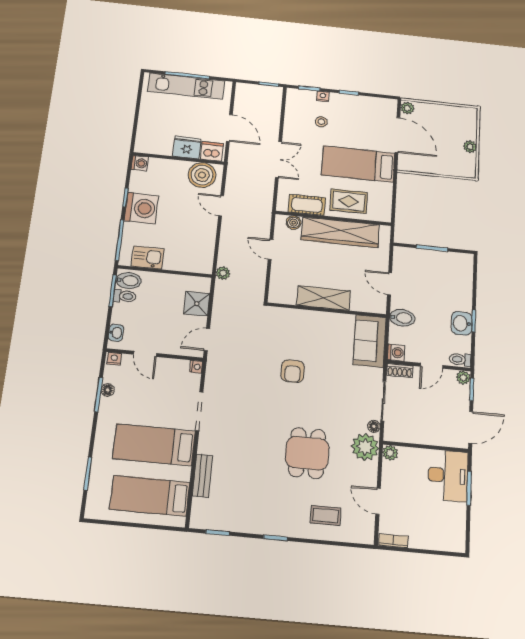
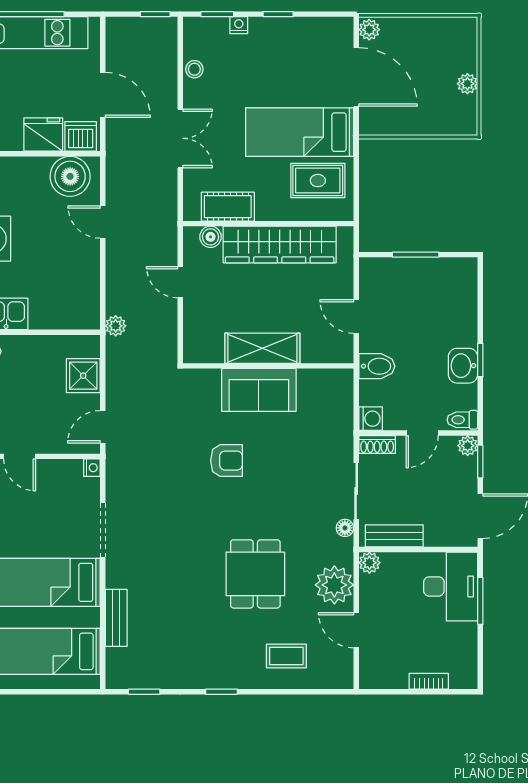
stool: (321, 122) -> (194, 69), moved
rug: (349, 201) -> (318, 181), moved
sofa: (370, 341) -> (259, 390), moved, turned -90
armchair: (293, 371) -> (227, 461), turned -90
bench: (409, 435) -> (394, 536), added
plant: (365, 447) -> (334, 585), moved
bookcase: (393, 541) -> (429, 681), moved

